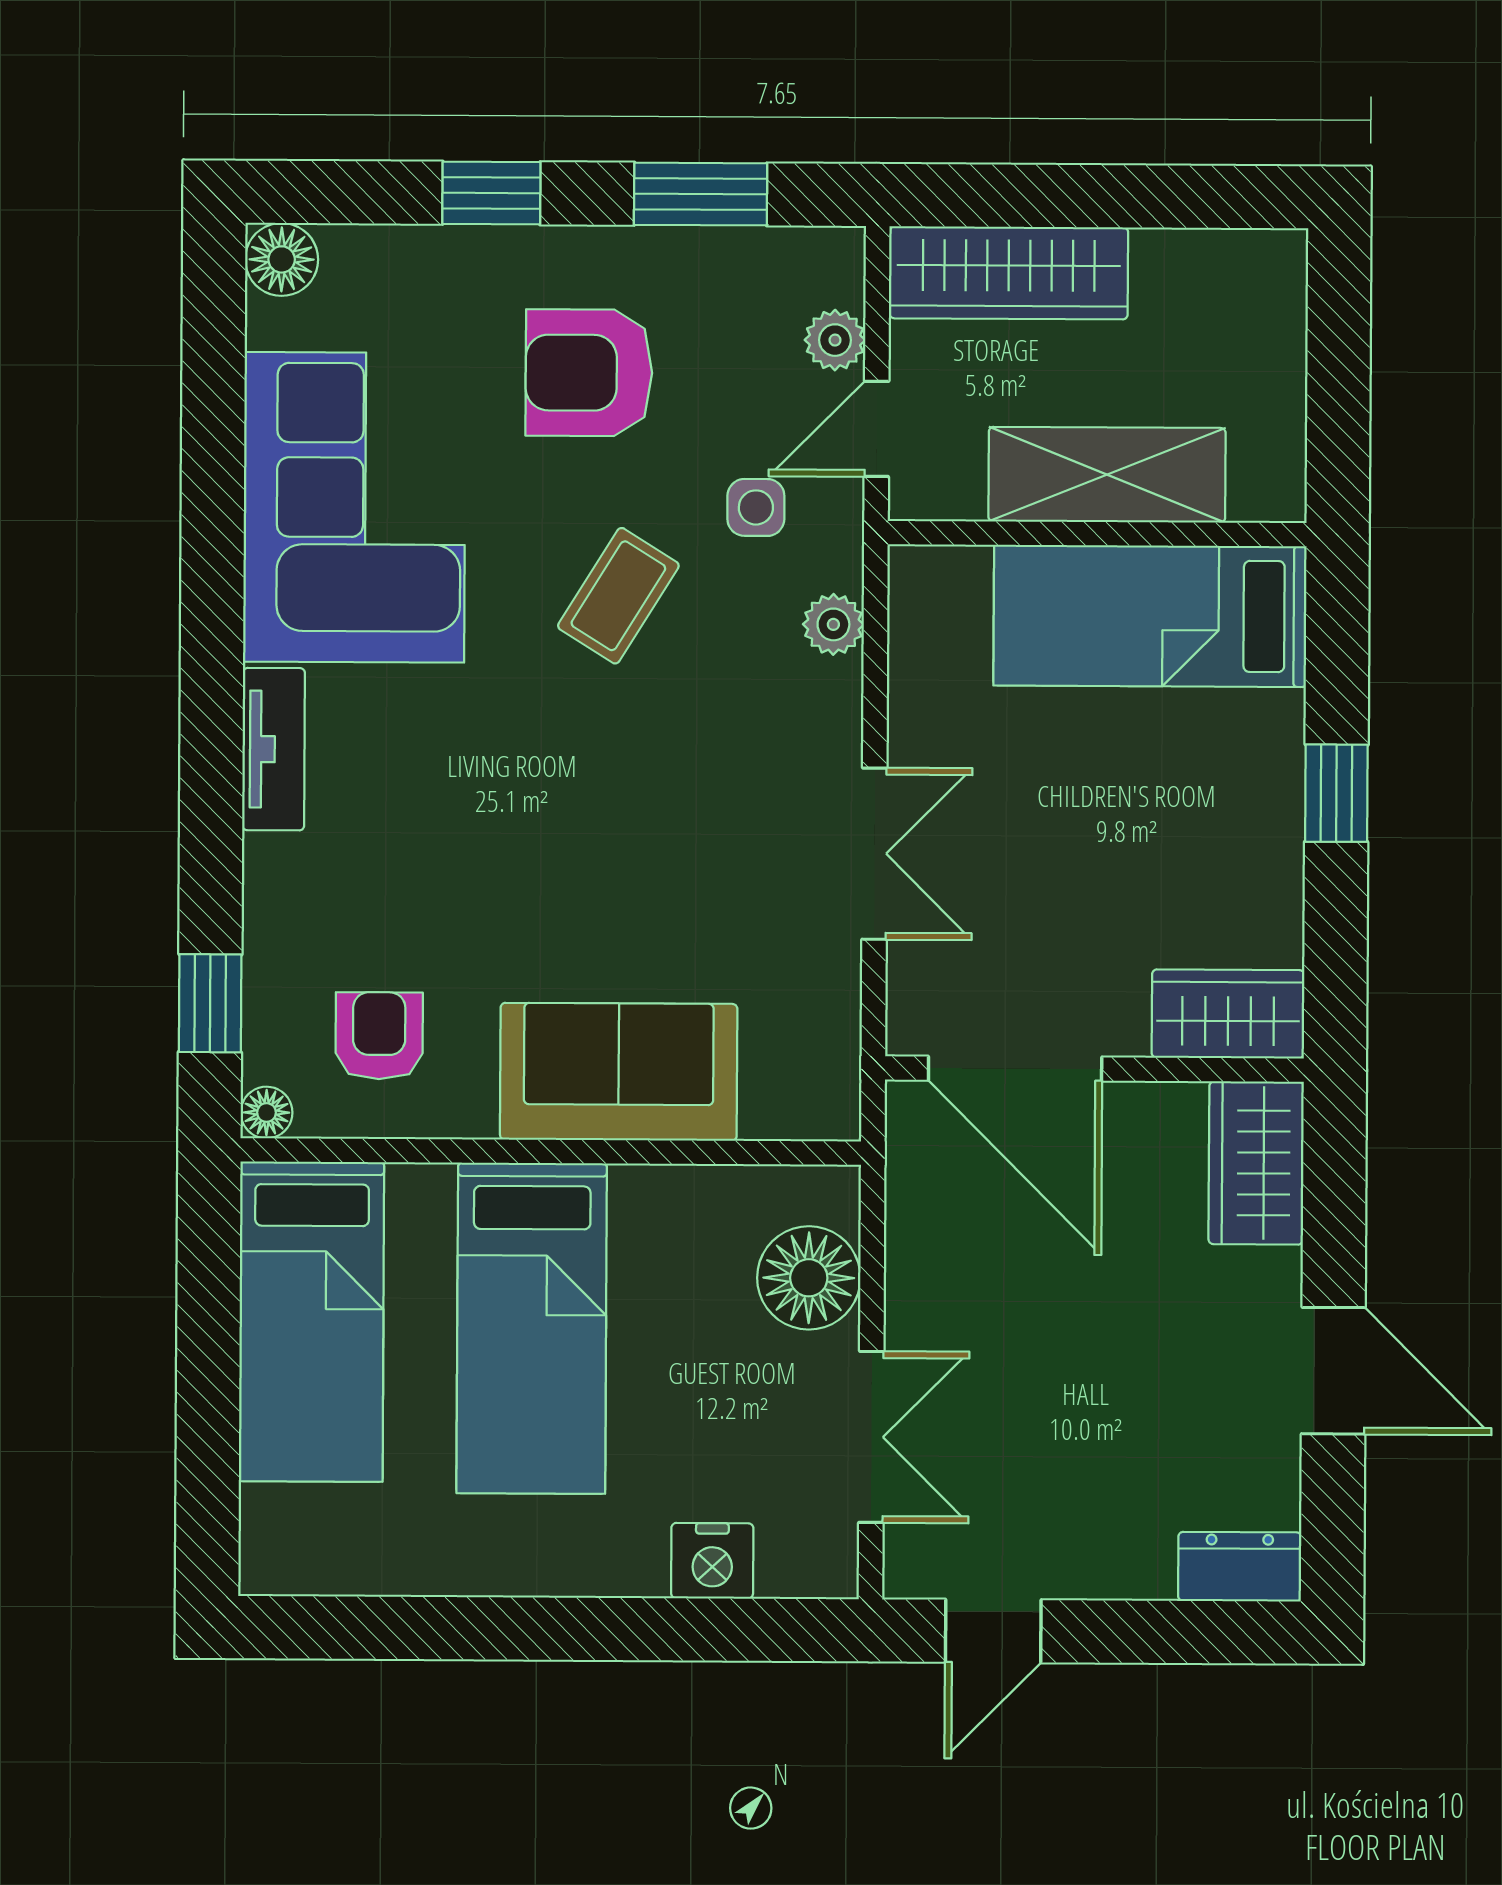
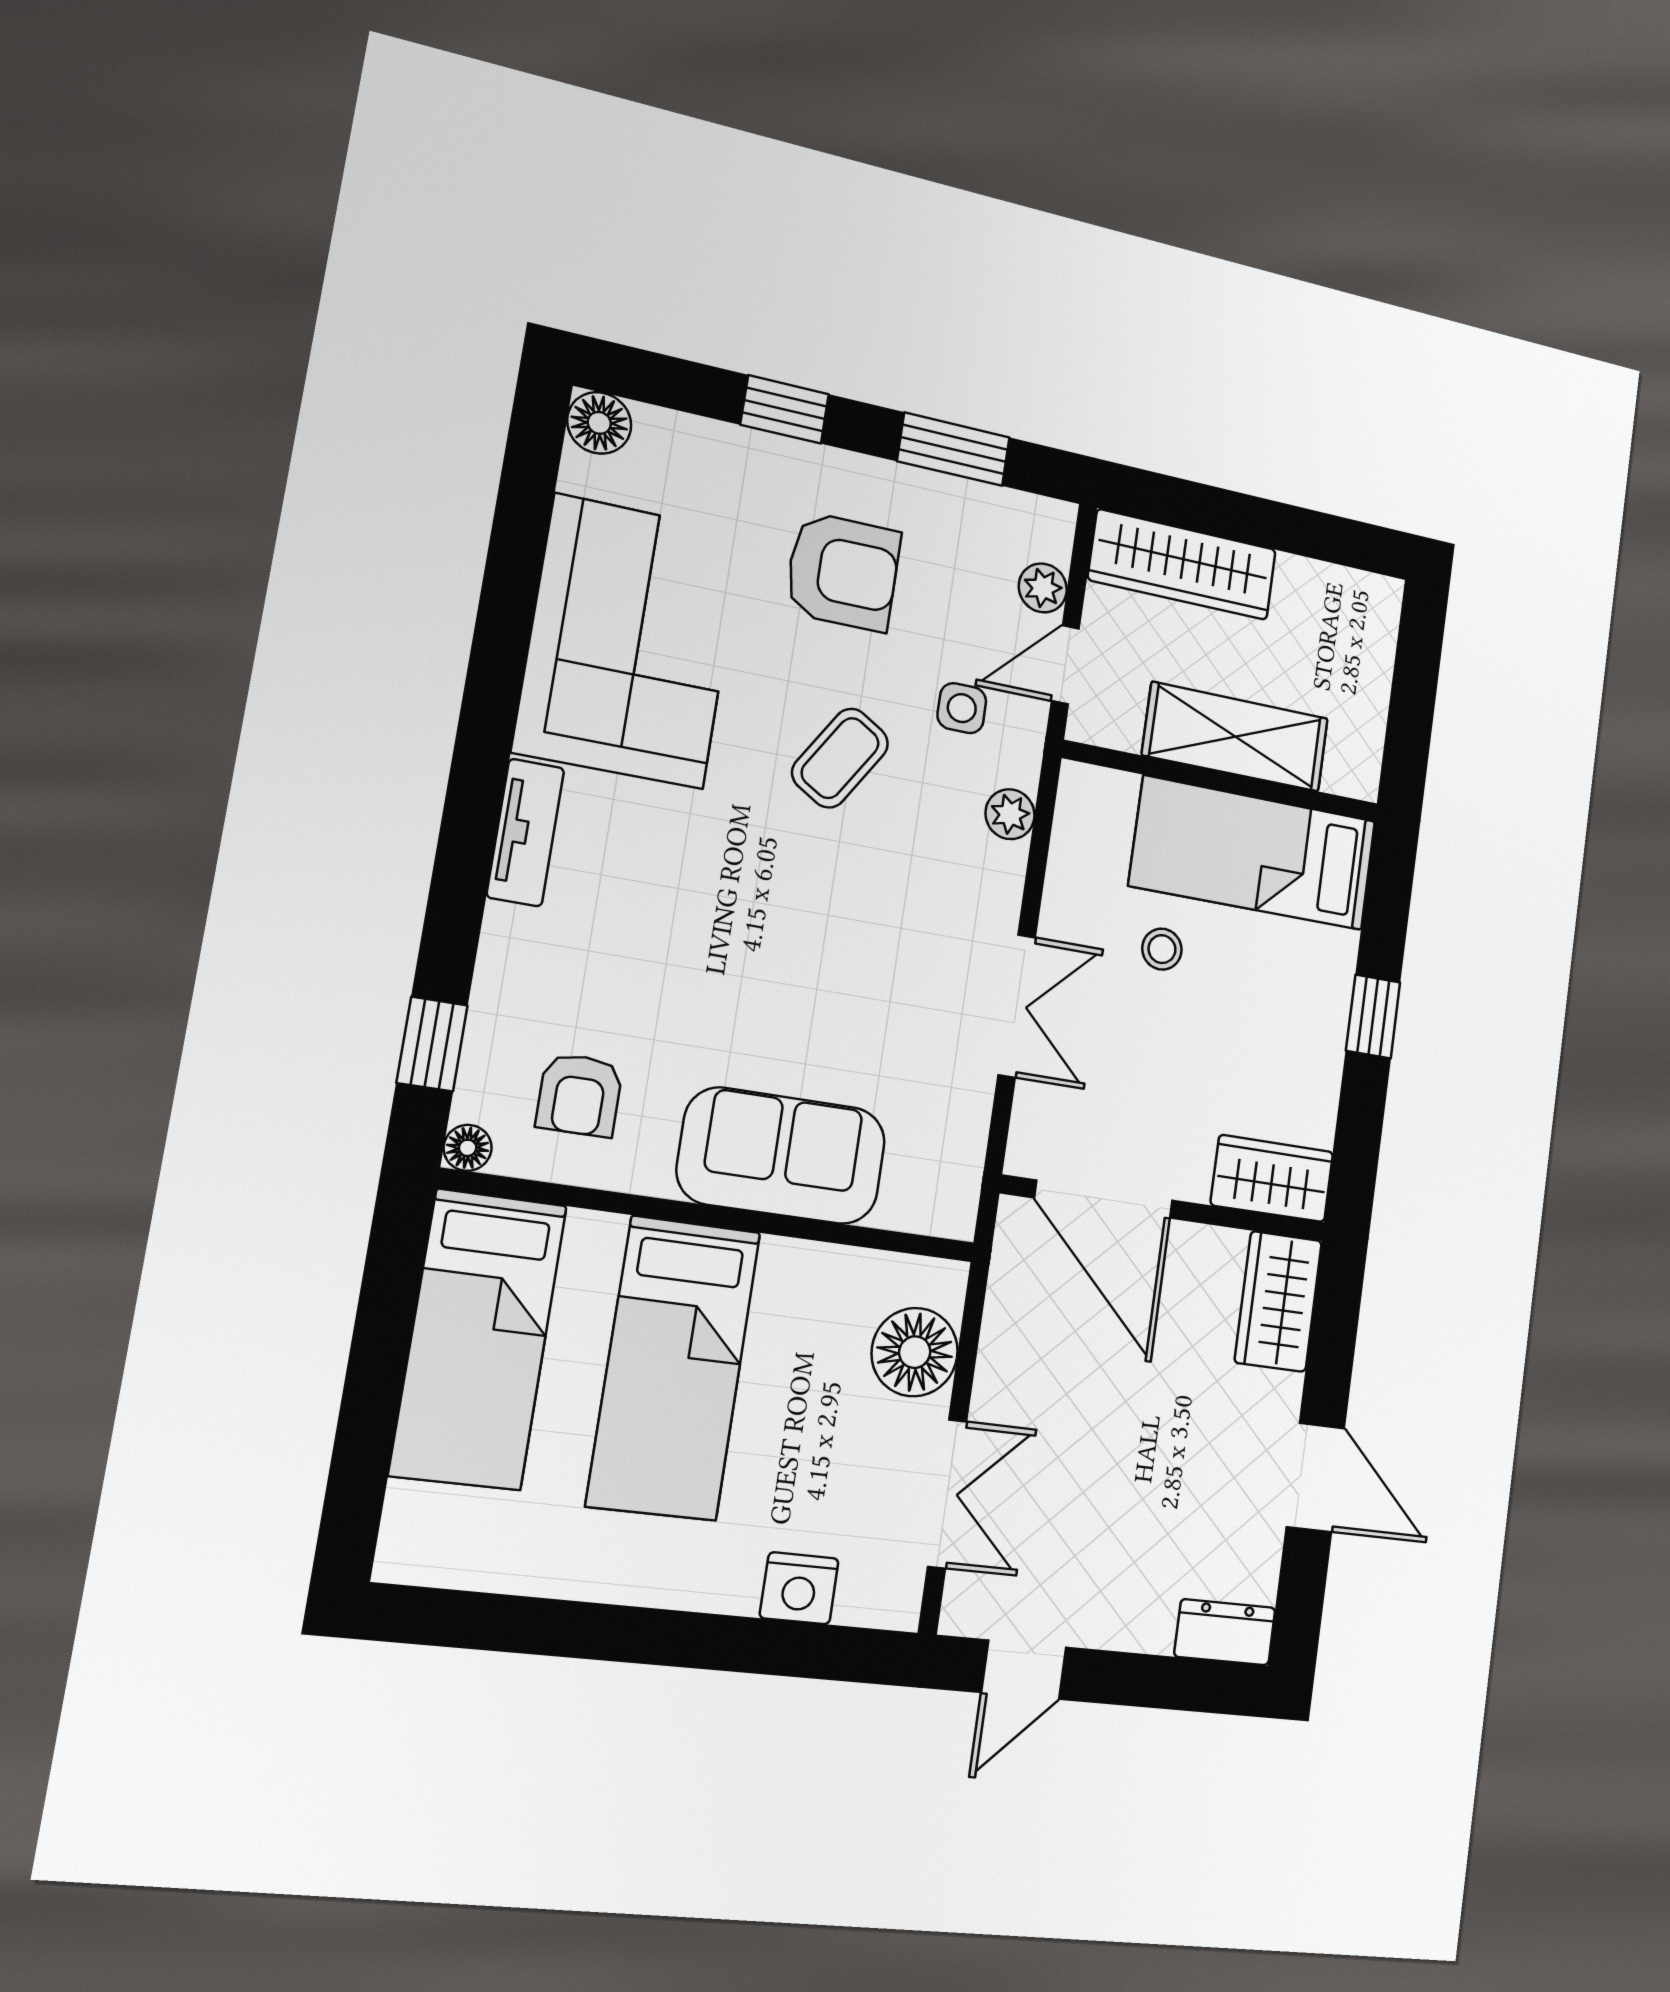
armchair: (589, 373) -> (843, 572), turned 180
stool: (1047, 755) -> (1162, 949), added
armchair: (379, 1036) -> (579, 1095), turned 180

